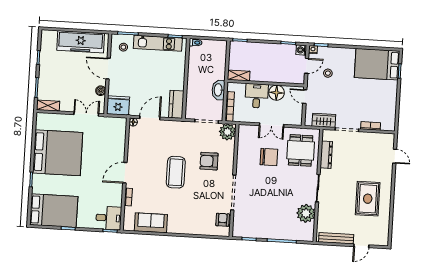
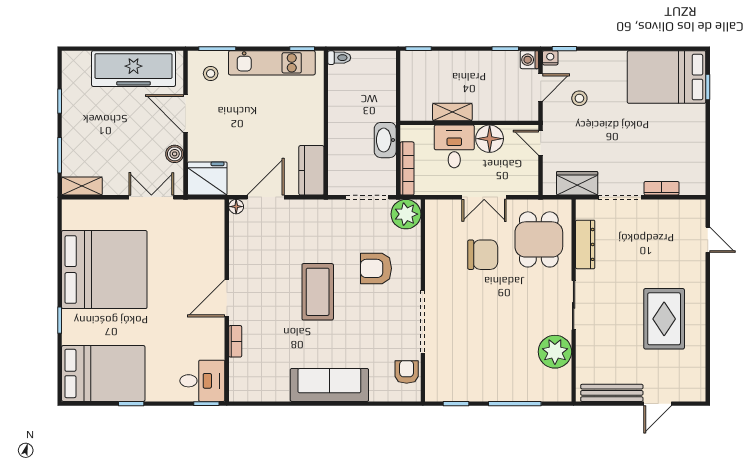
shelving: (239, 75) -> (452, 112), moved
sofa: (151, 223) -> (329, 385), moved, width x1.36

